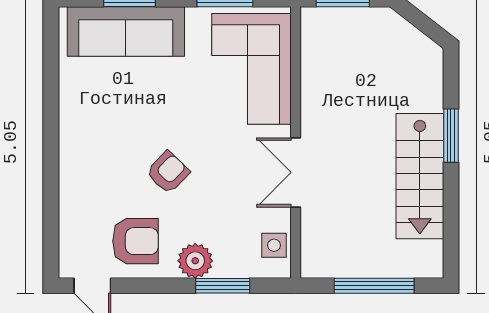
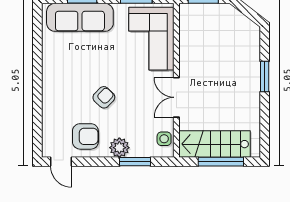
stairs: (420, 176) -> (215, 144), moved, turned 90

